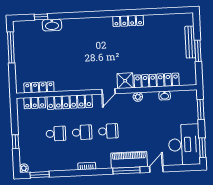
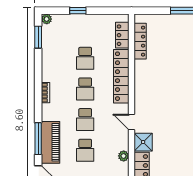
school desk: (134, 130) -> (85, 150), added

